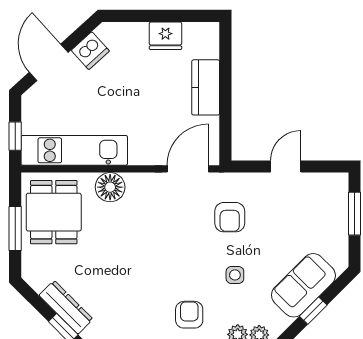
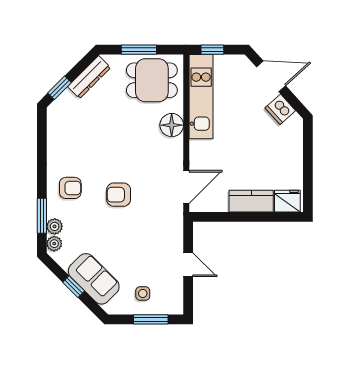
fridge: (165, 36) -> (287, 201), moved, turned 90
door: (188, 169) -> (186, 187), hinge flipped
armchair: (230, 217) -> (119, 195), moved
side table: (235, 275) -> (143, 293), moved
dresser: (66, 307) -> (89, 77), moved

